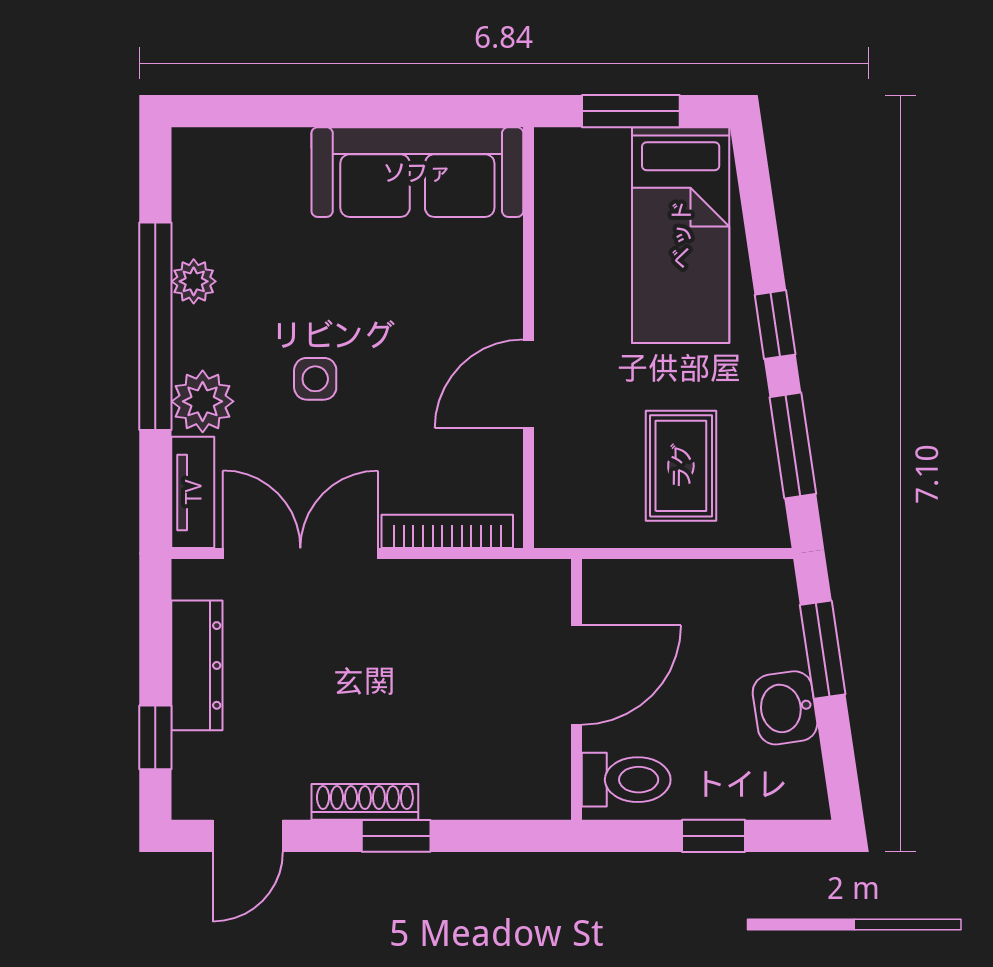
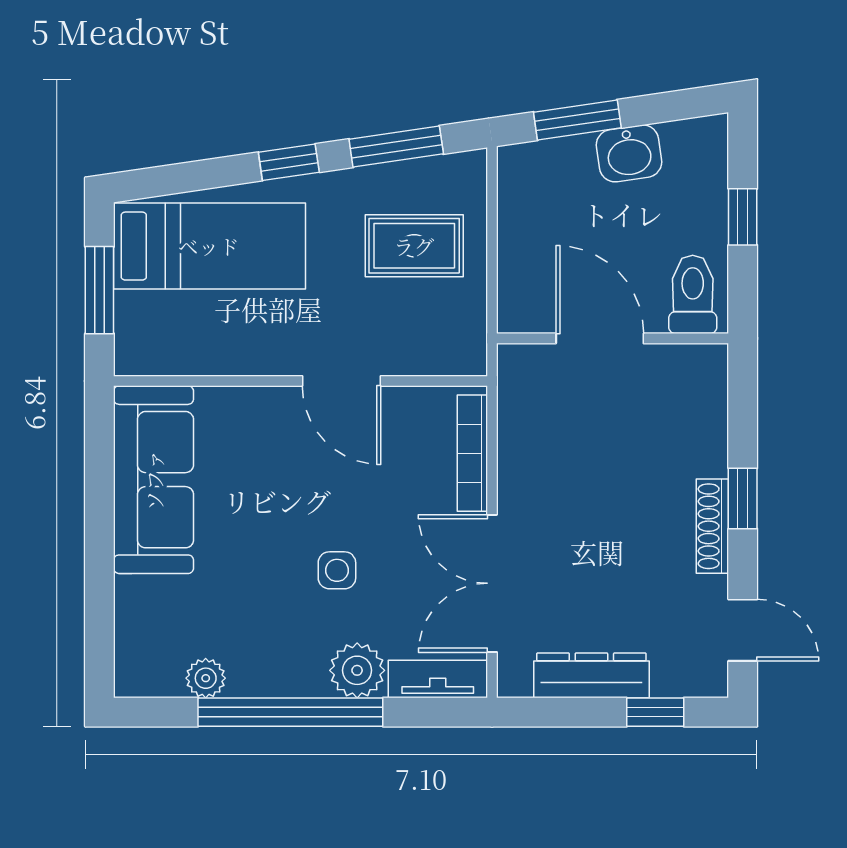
plant: (194, 281) -> (206, 678), moved

